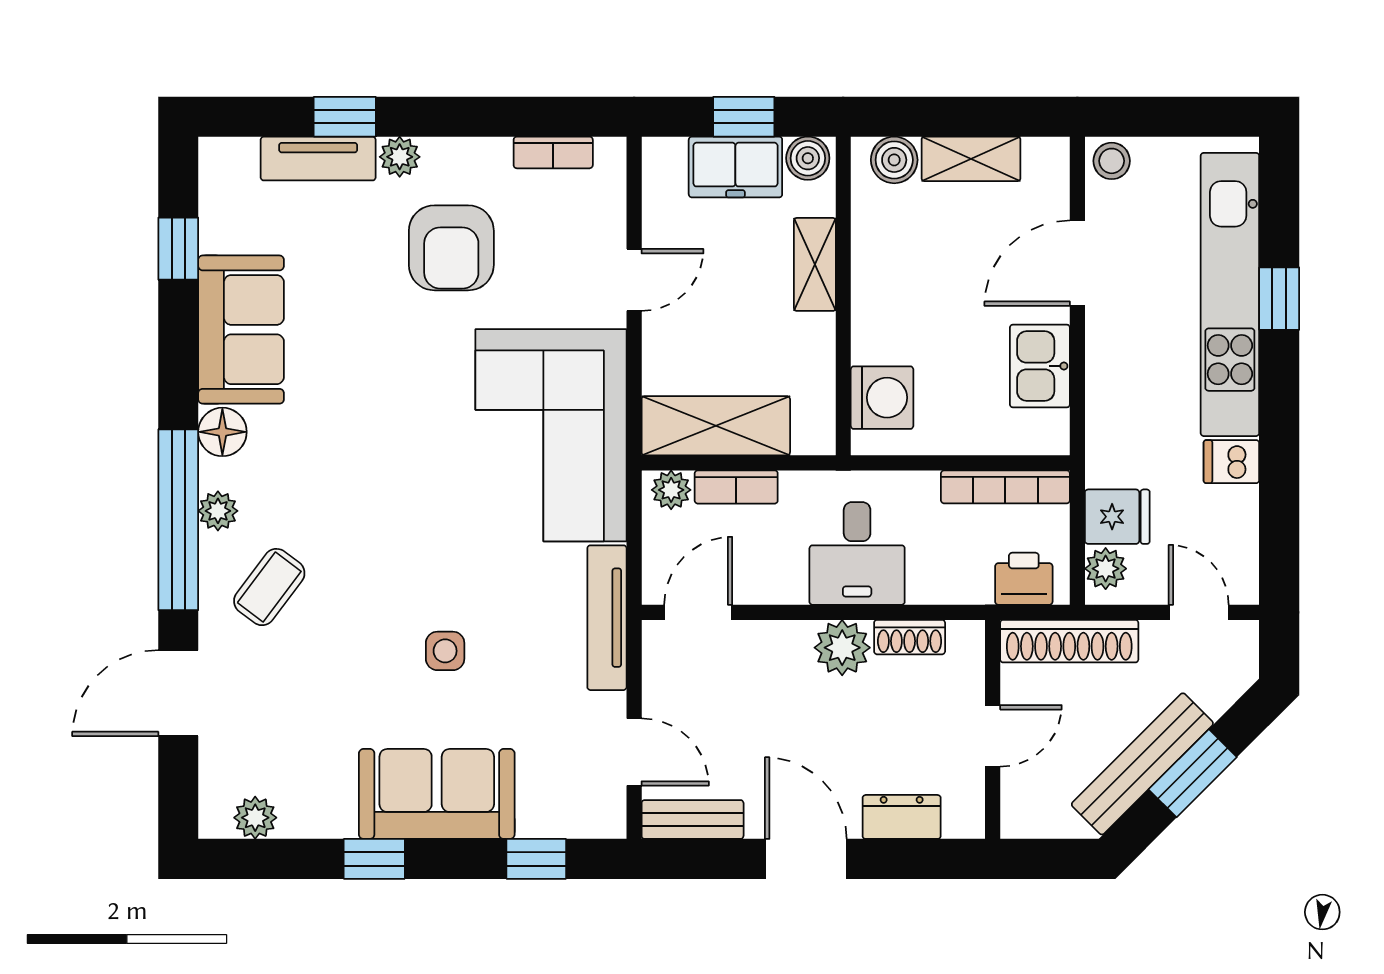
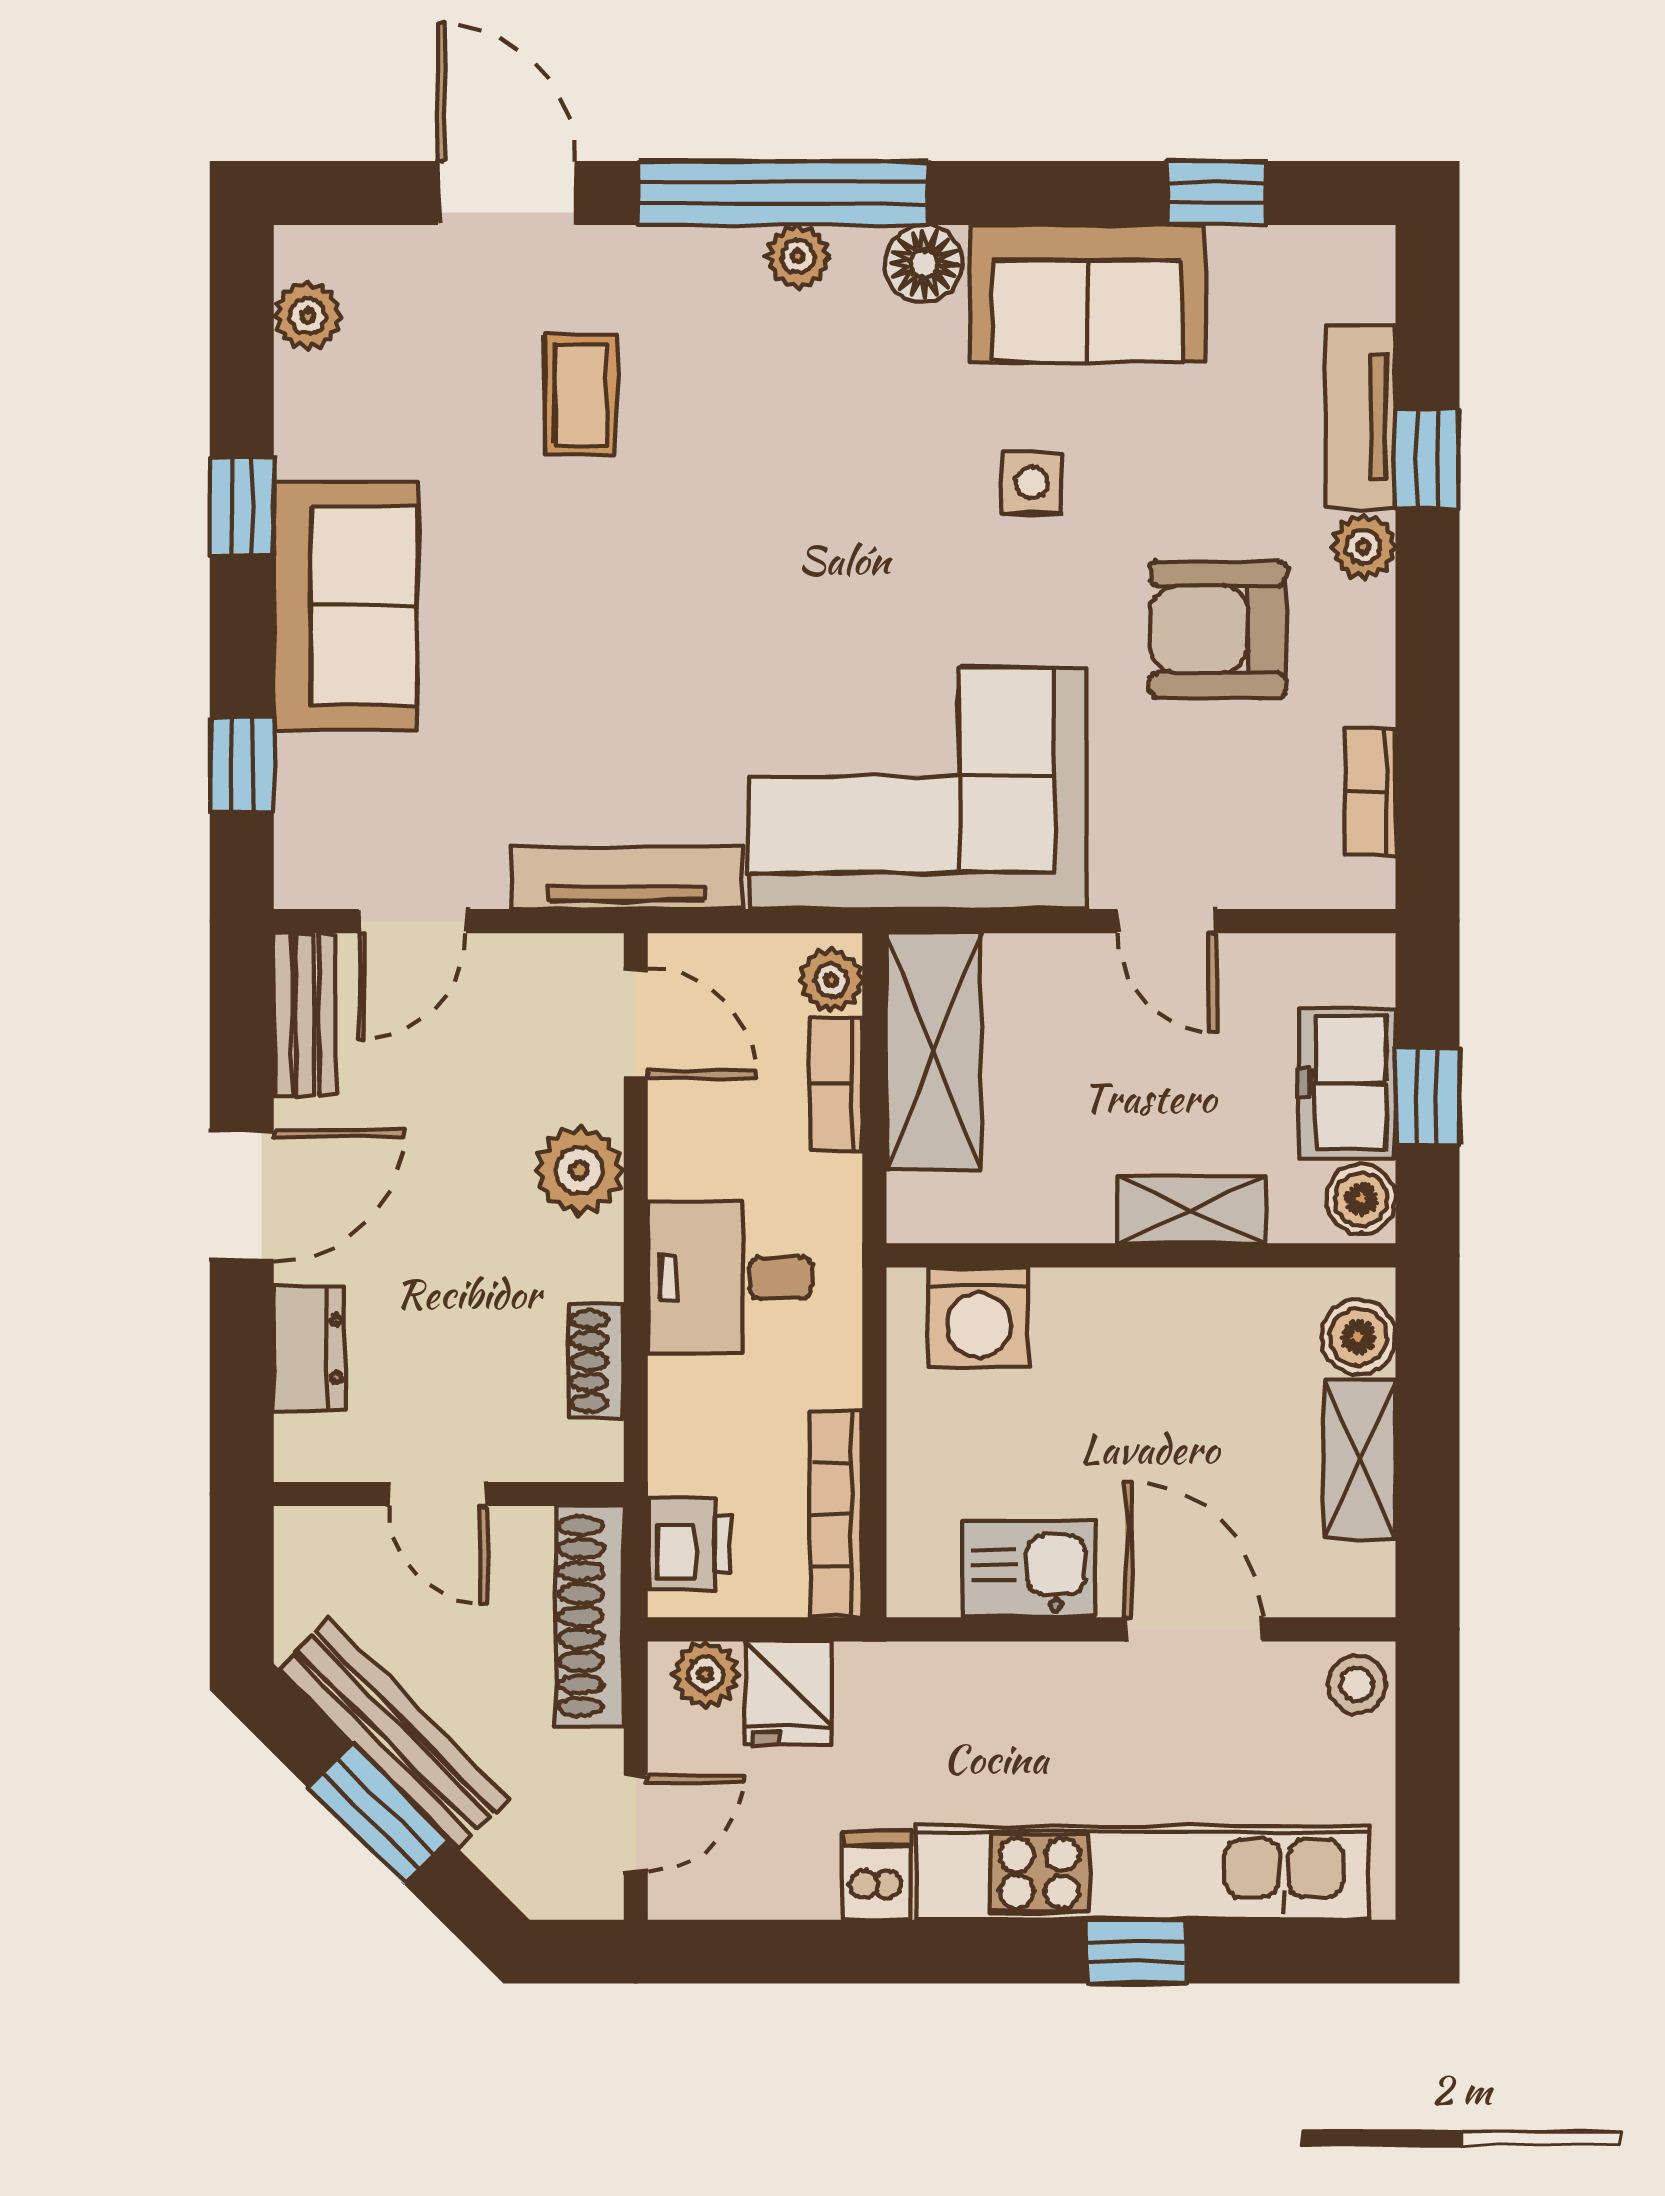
coffee table: (269, 587) -> (581, 394), moved, turned 53
plant: (842, 648) -> (579, 1170), moved
side table: (445, 651) -> (1032, 483), moved

